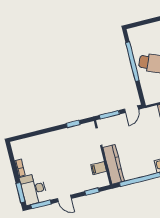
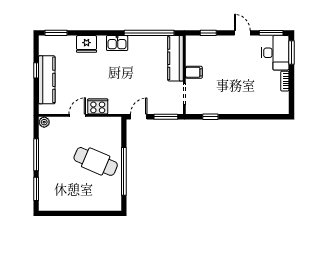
filing cabinet: (99, 168) -> (194, 72), moved

